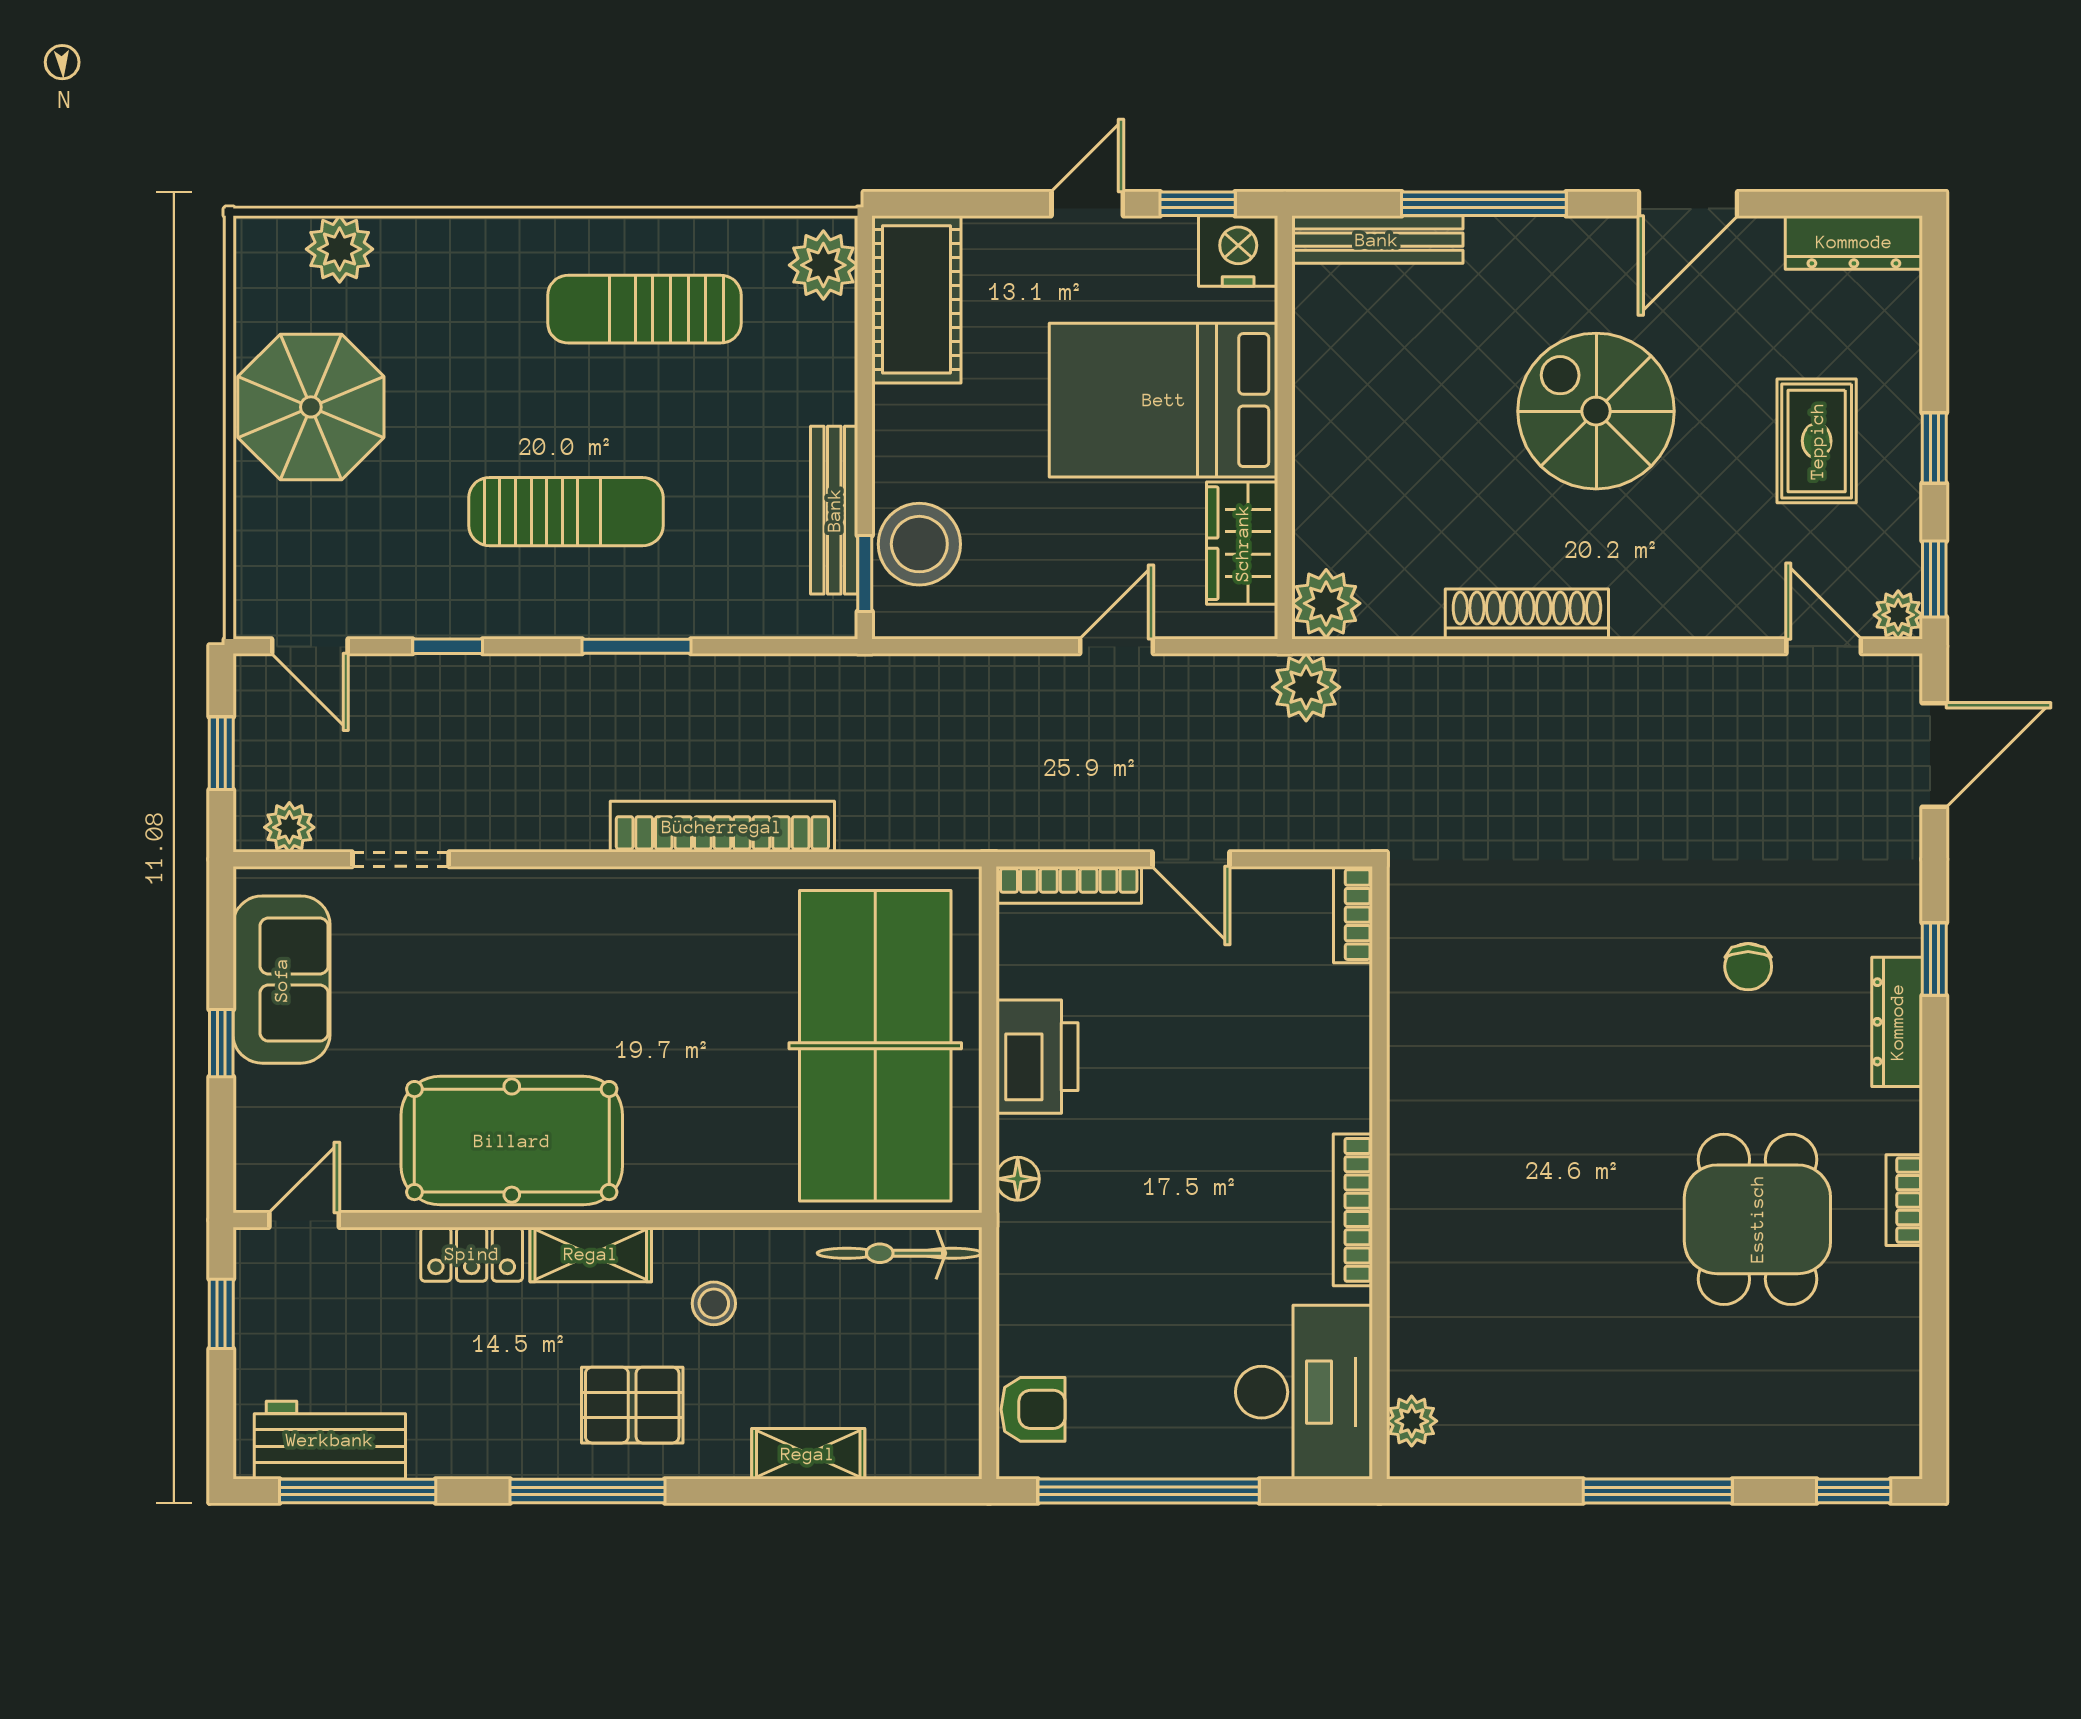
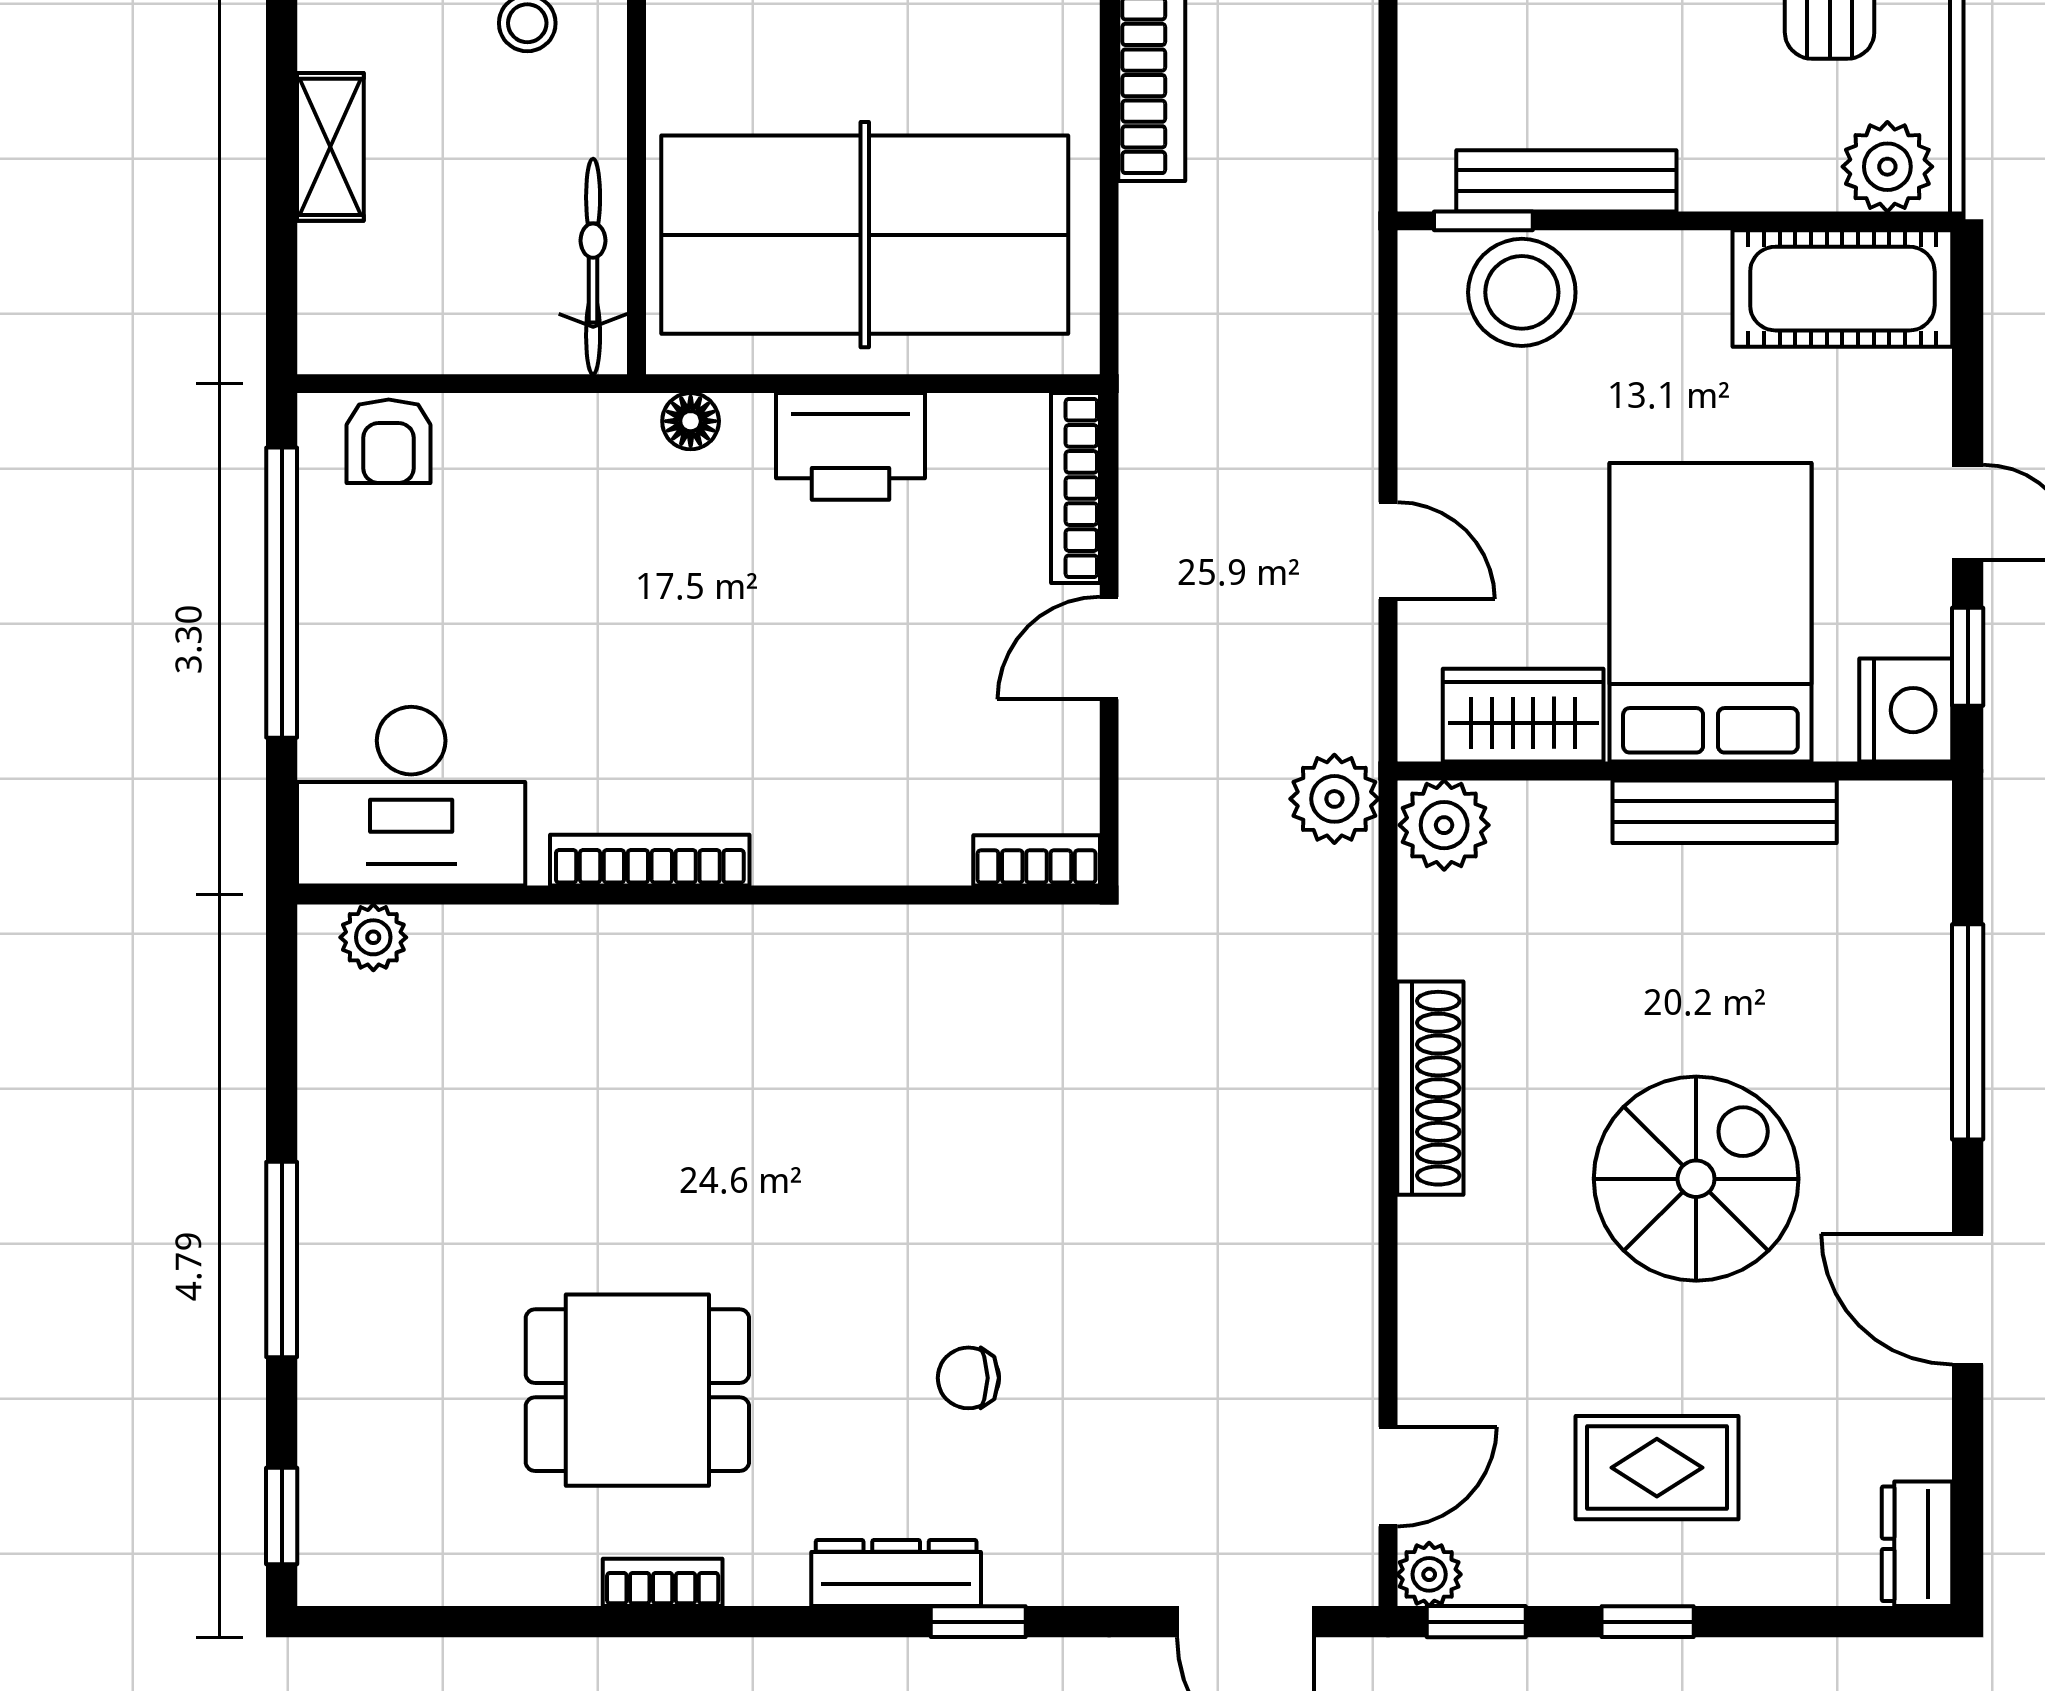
bench: (1377, 240) -> (1725, 812), moved, turned 90
dresser: (1854, 242) -> (1917, 1544), width x0.70

